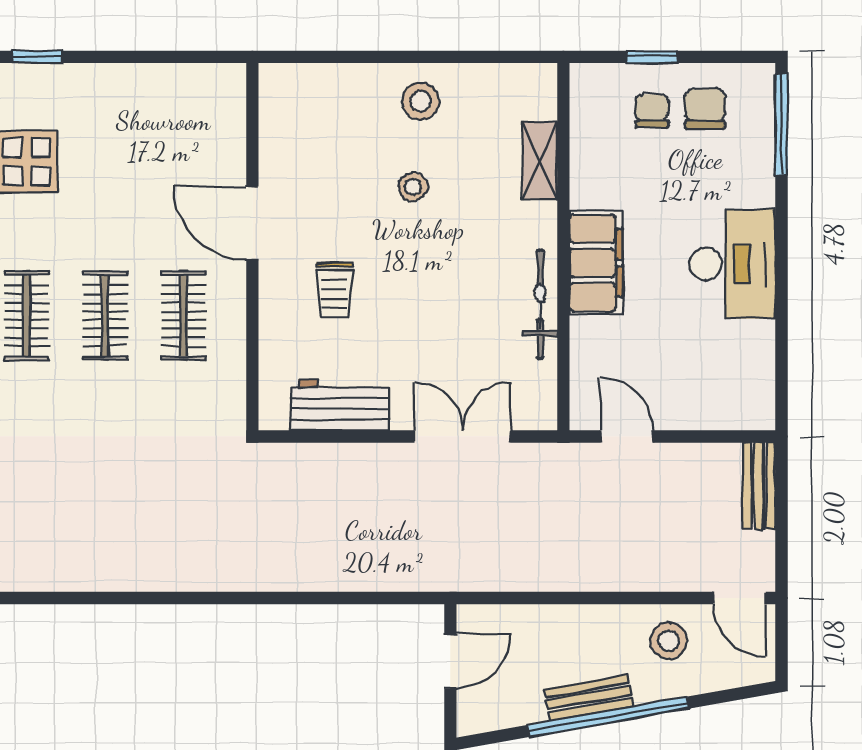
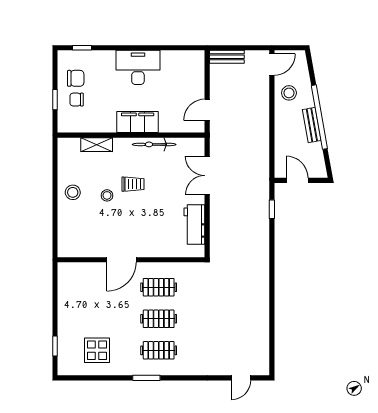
chair: (705, 109) -> (76, 78), turned 180
window: (781, 124) -> (82, 48), width x0.46
trolley: (334, 290) -> (133, 184), moved
window: (378, 598) -> (272, 209), added

